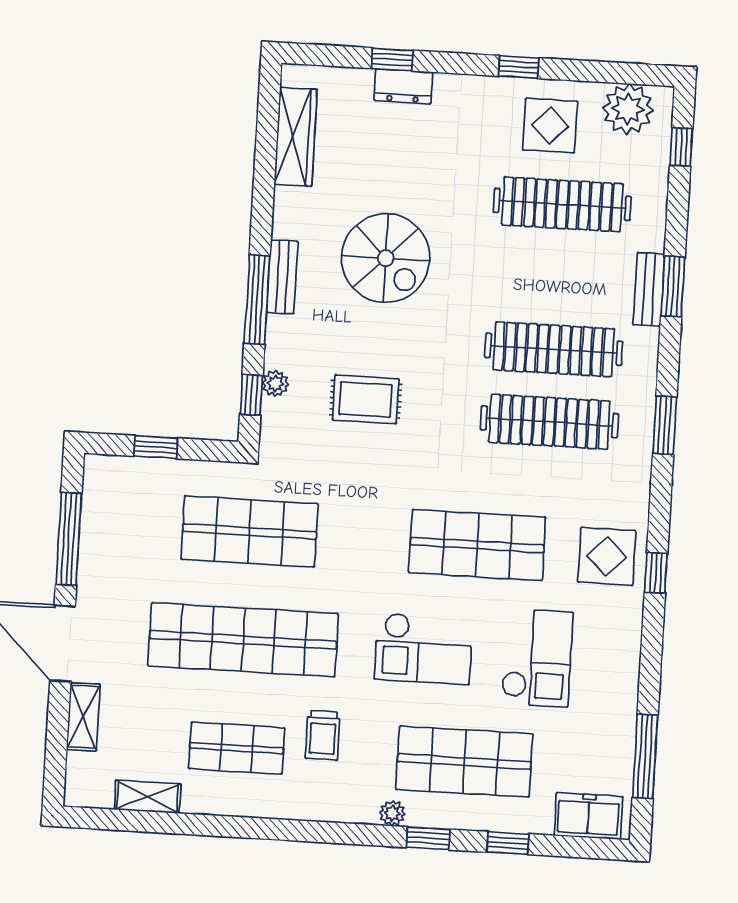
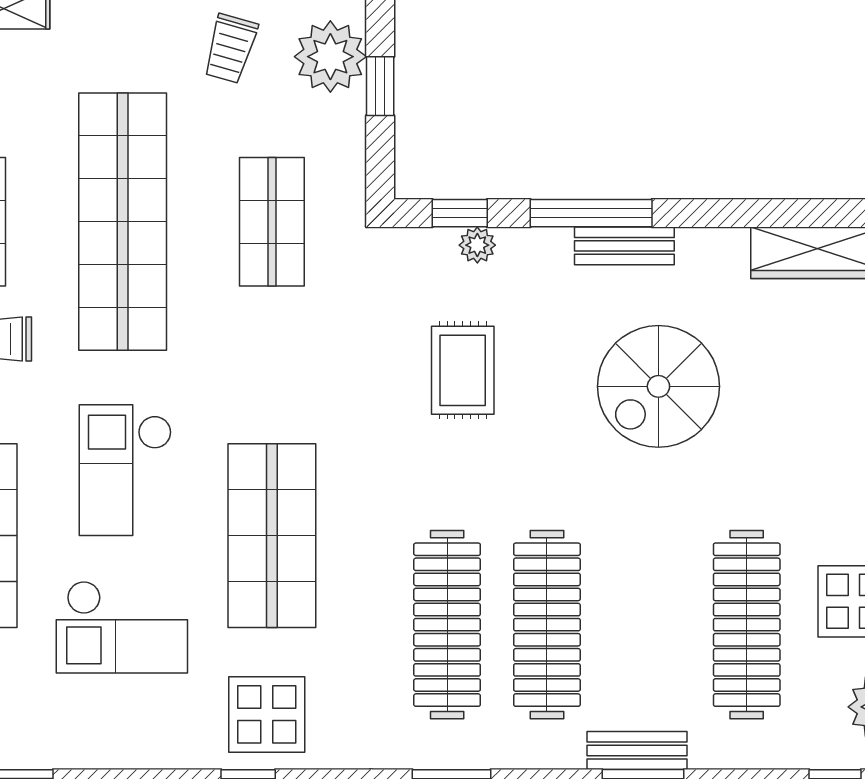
plant: (132, 482) -> (330, 57), added
shop shelf: (250, 531) -> (272, 222), width x0.70, depth x0.74
trolley: (122, 554) -> (230, 49), added

